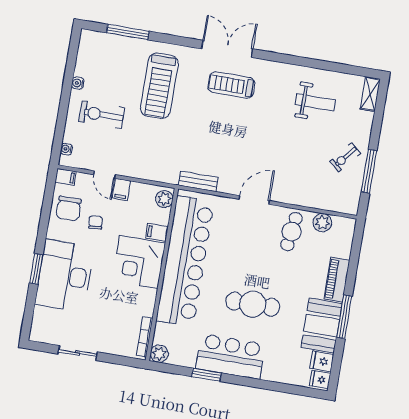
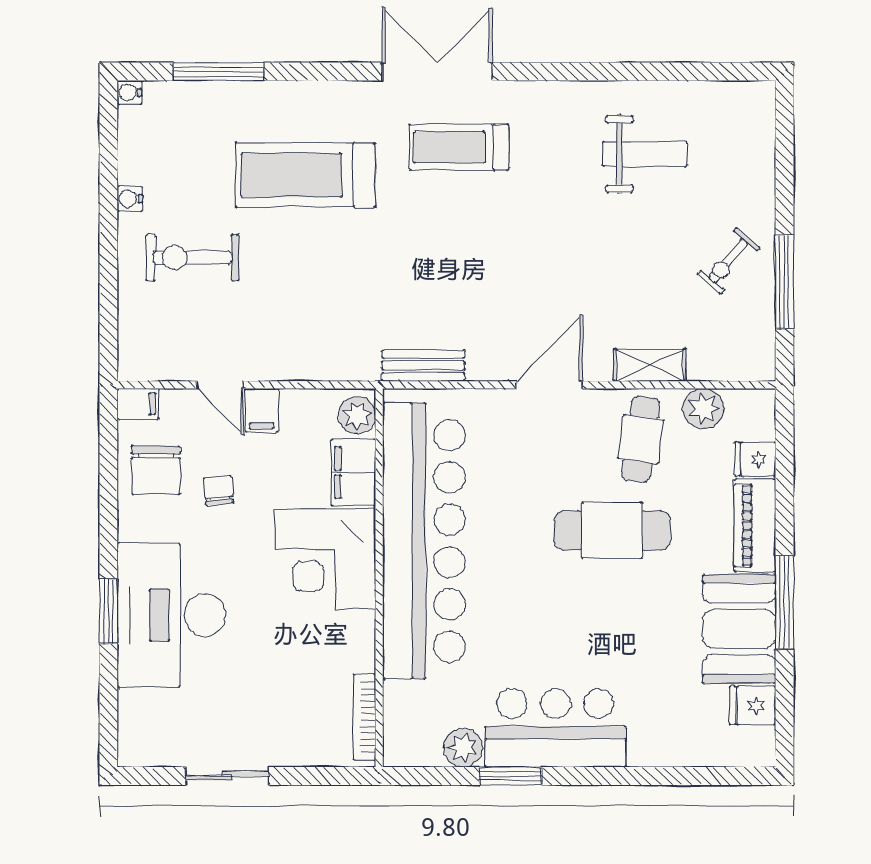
treadmill: (159, 86) -> (305, 175), turned 90
shelving: (370, 94) -> (650, 365), moved, turned 90
water cooler: (66, 149) -> (129, 93), moved
filing cabinet: (157, 232) -> (353, 473), width x2.00
cafe table: (253, 304) -> (612, 530), moved
plant: (159, 354) -> (463, 748), moved
fridge: (320, 379) -> (755, 459), moved

